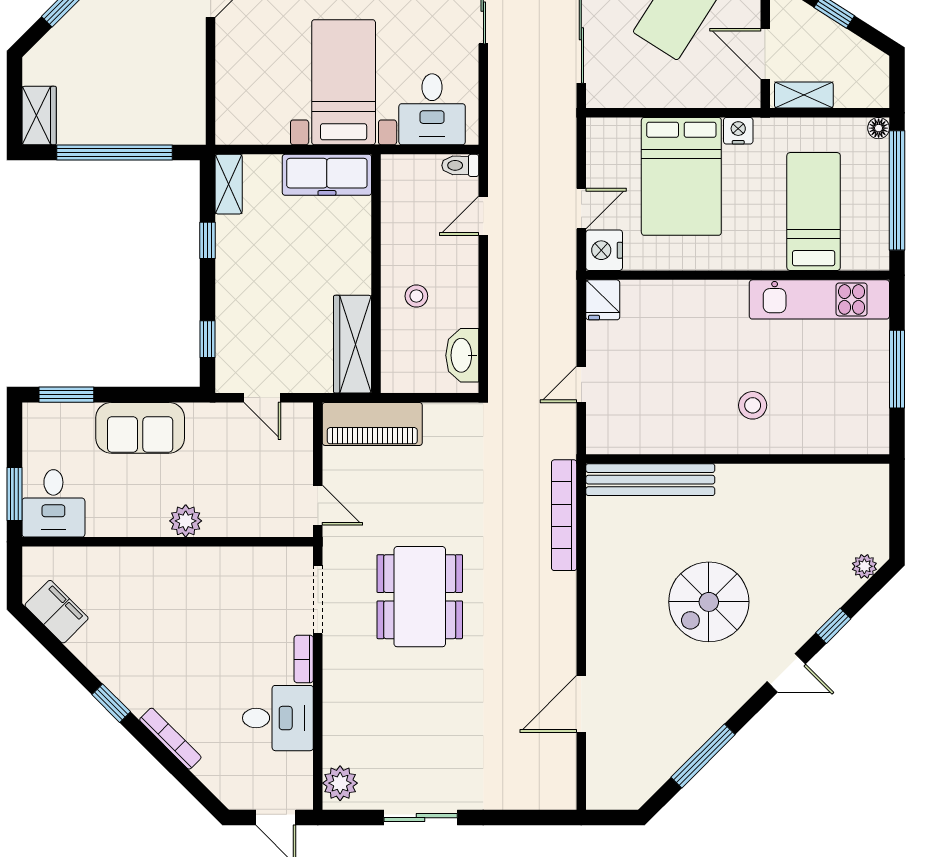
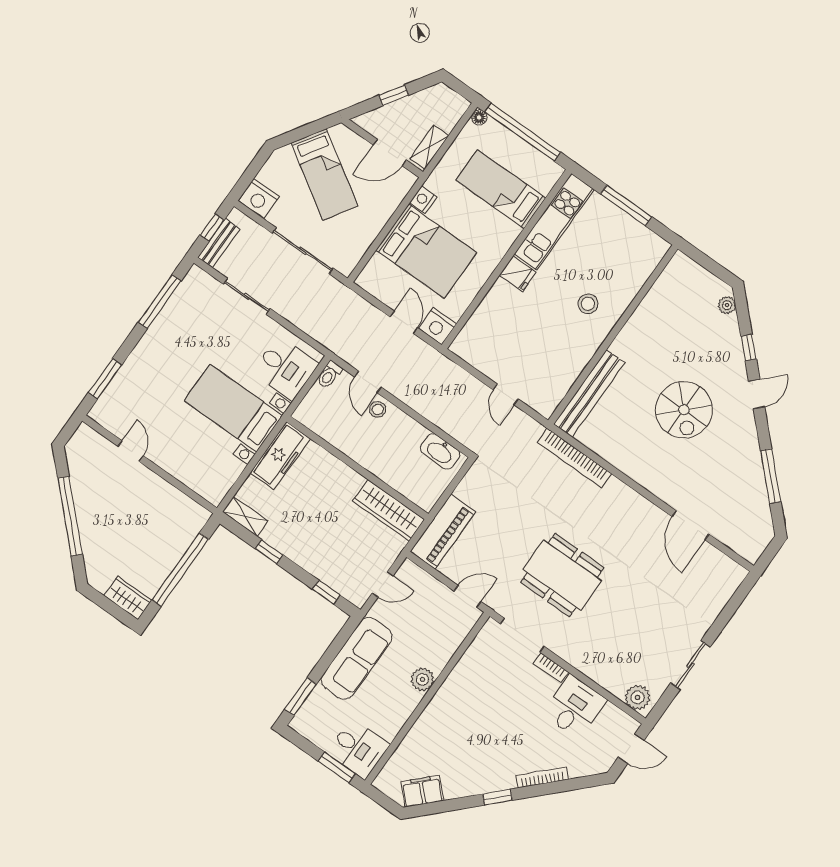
stool: (416, 296) -> (378, 409), moved
fridge: (603, 300) -> (518, 274), moved
sofa: (140, 428) -> (357, 658), width x1.36

